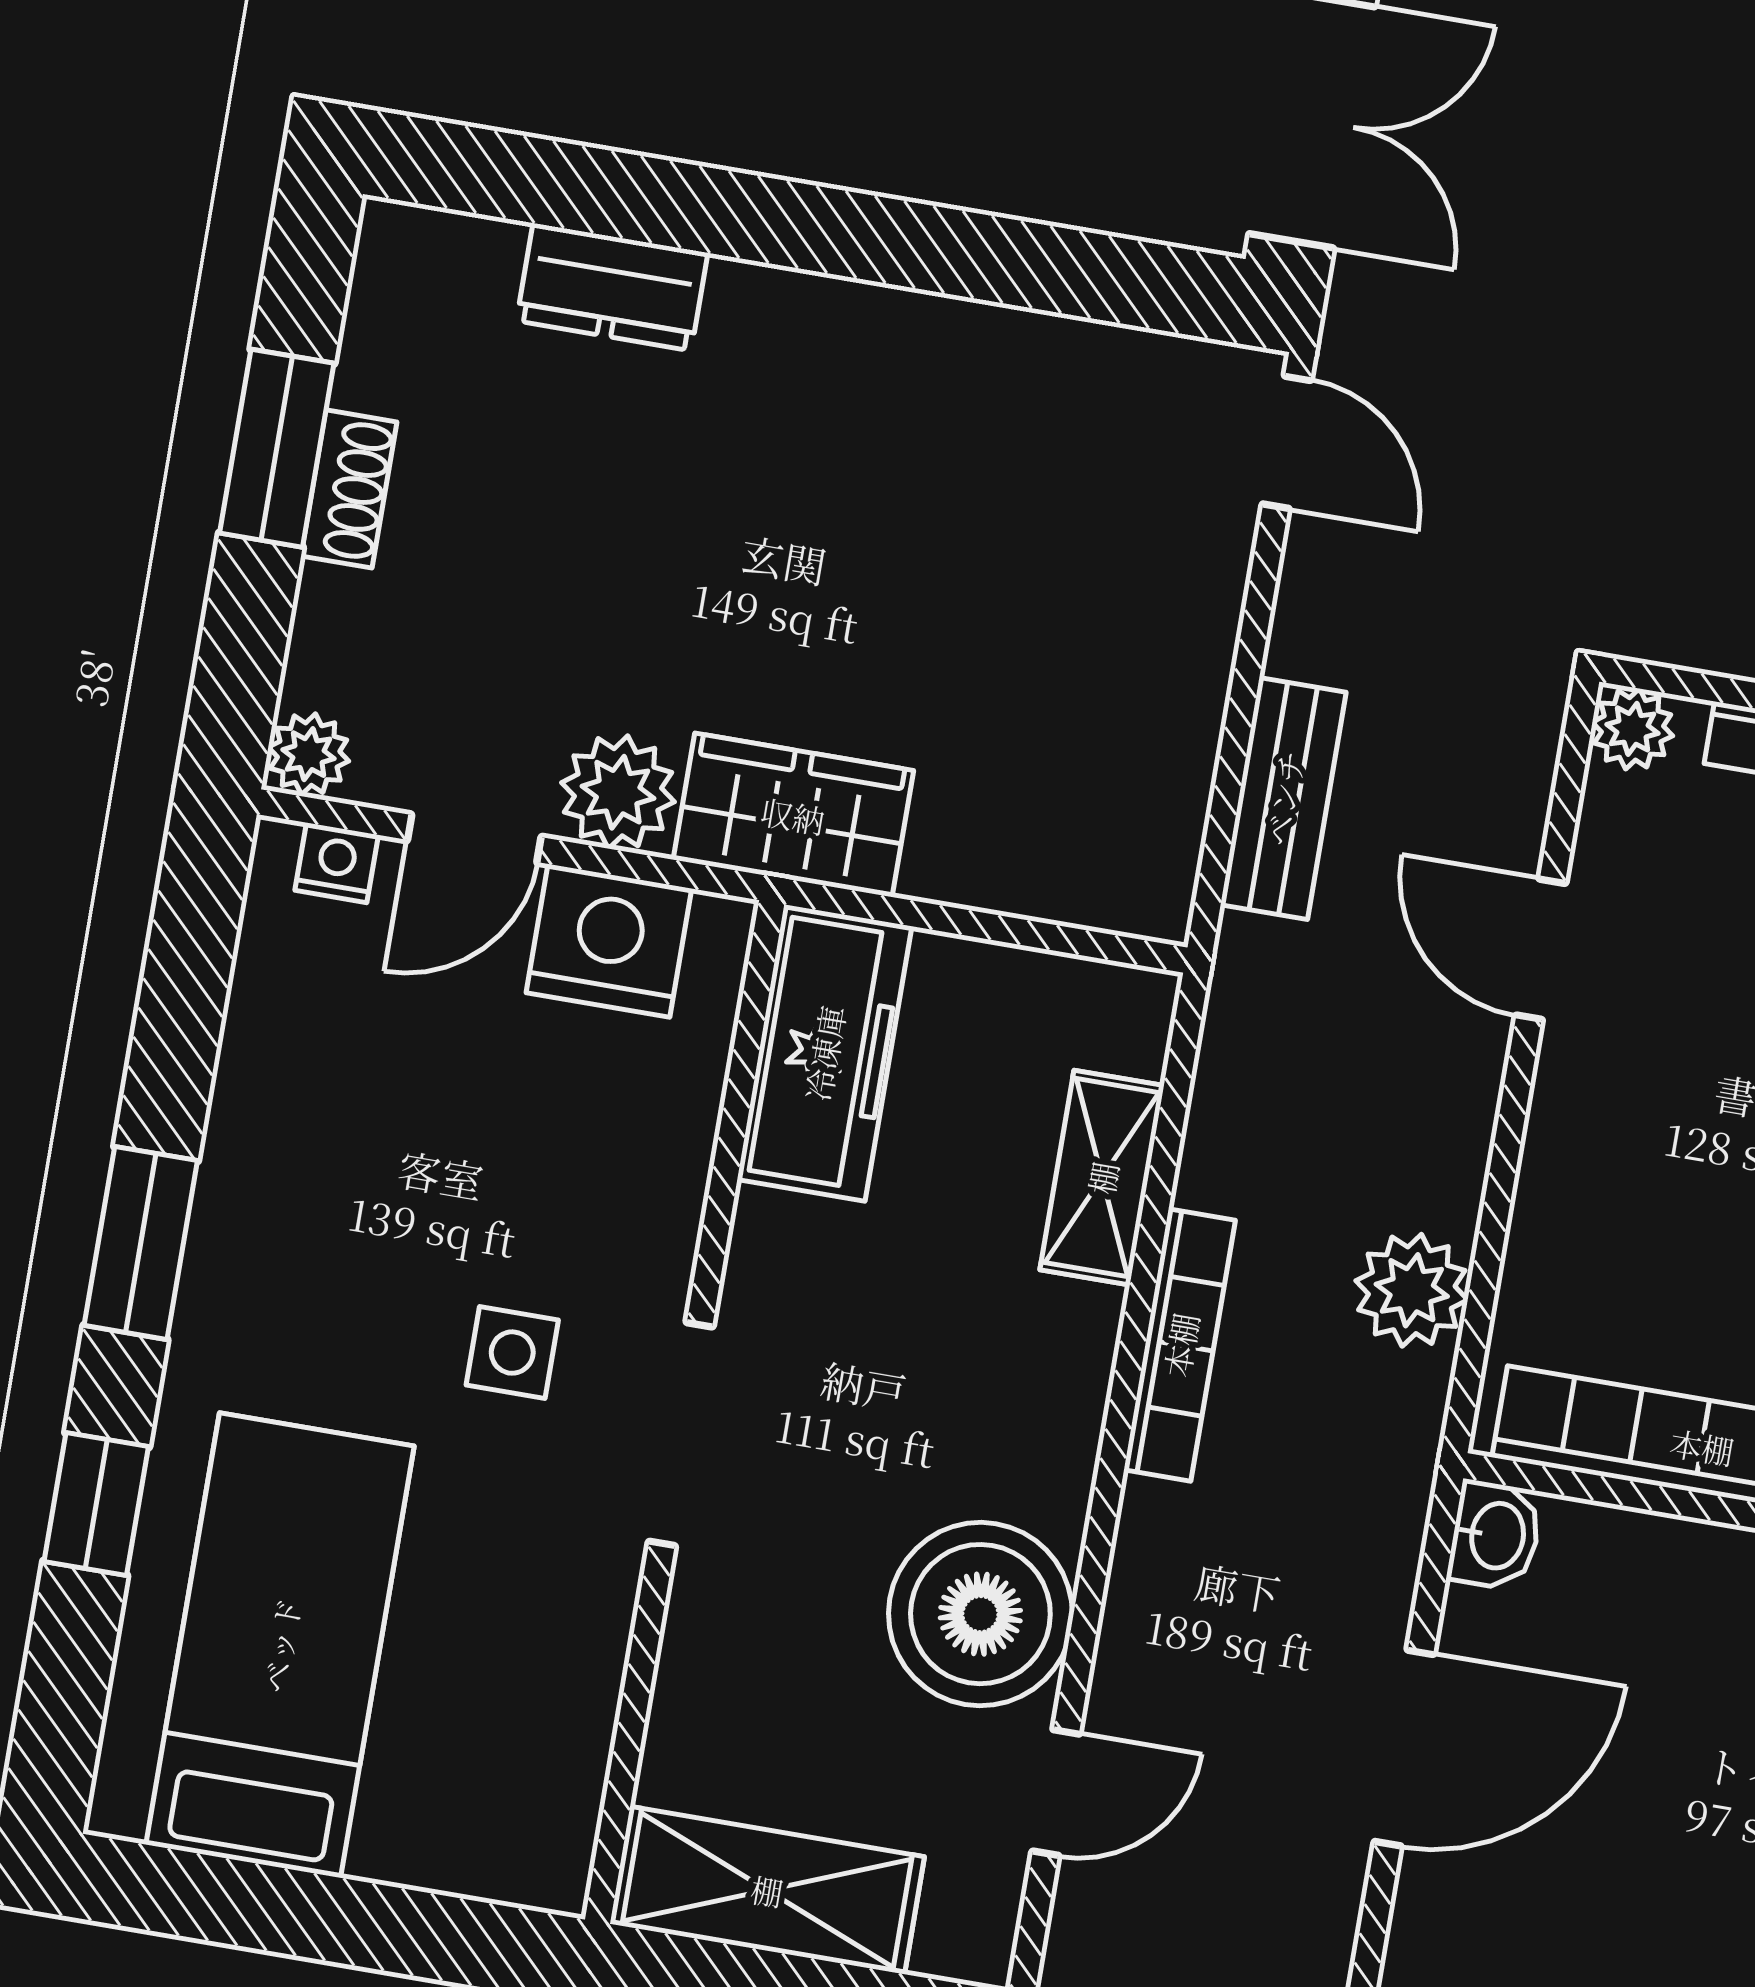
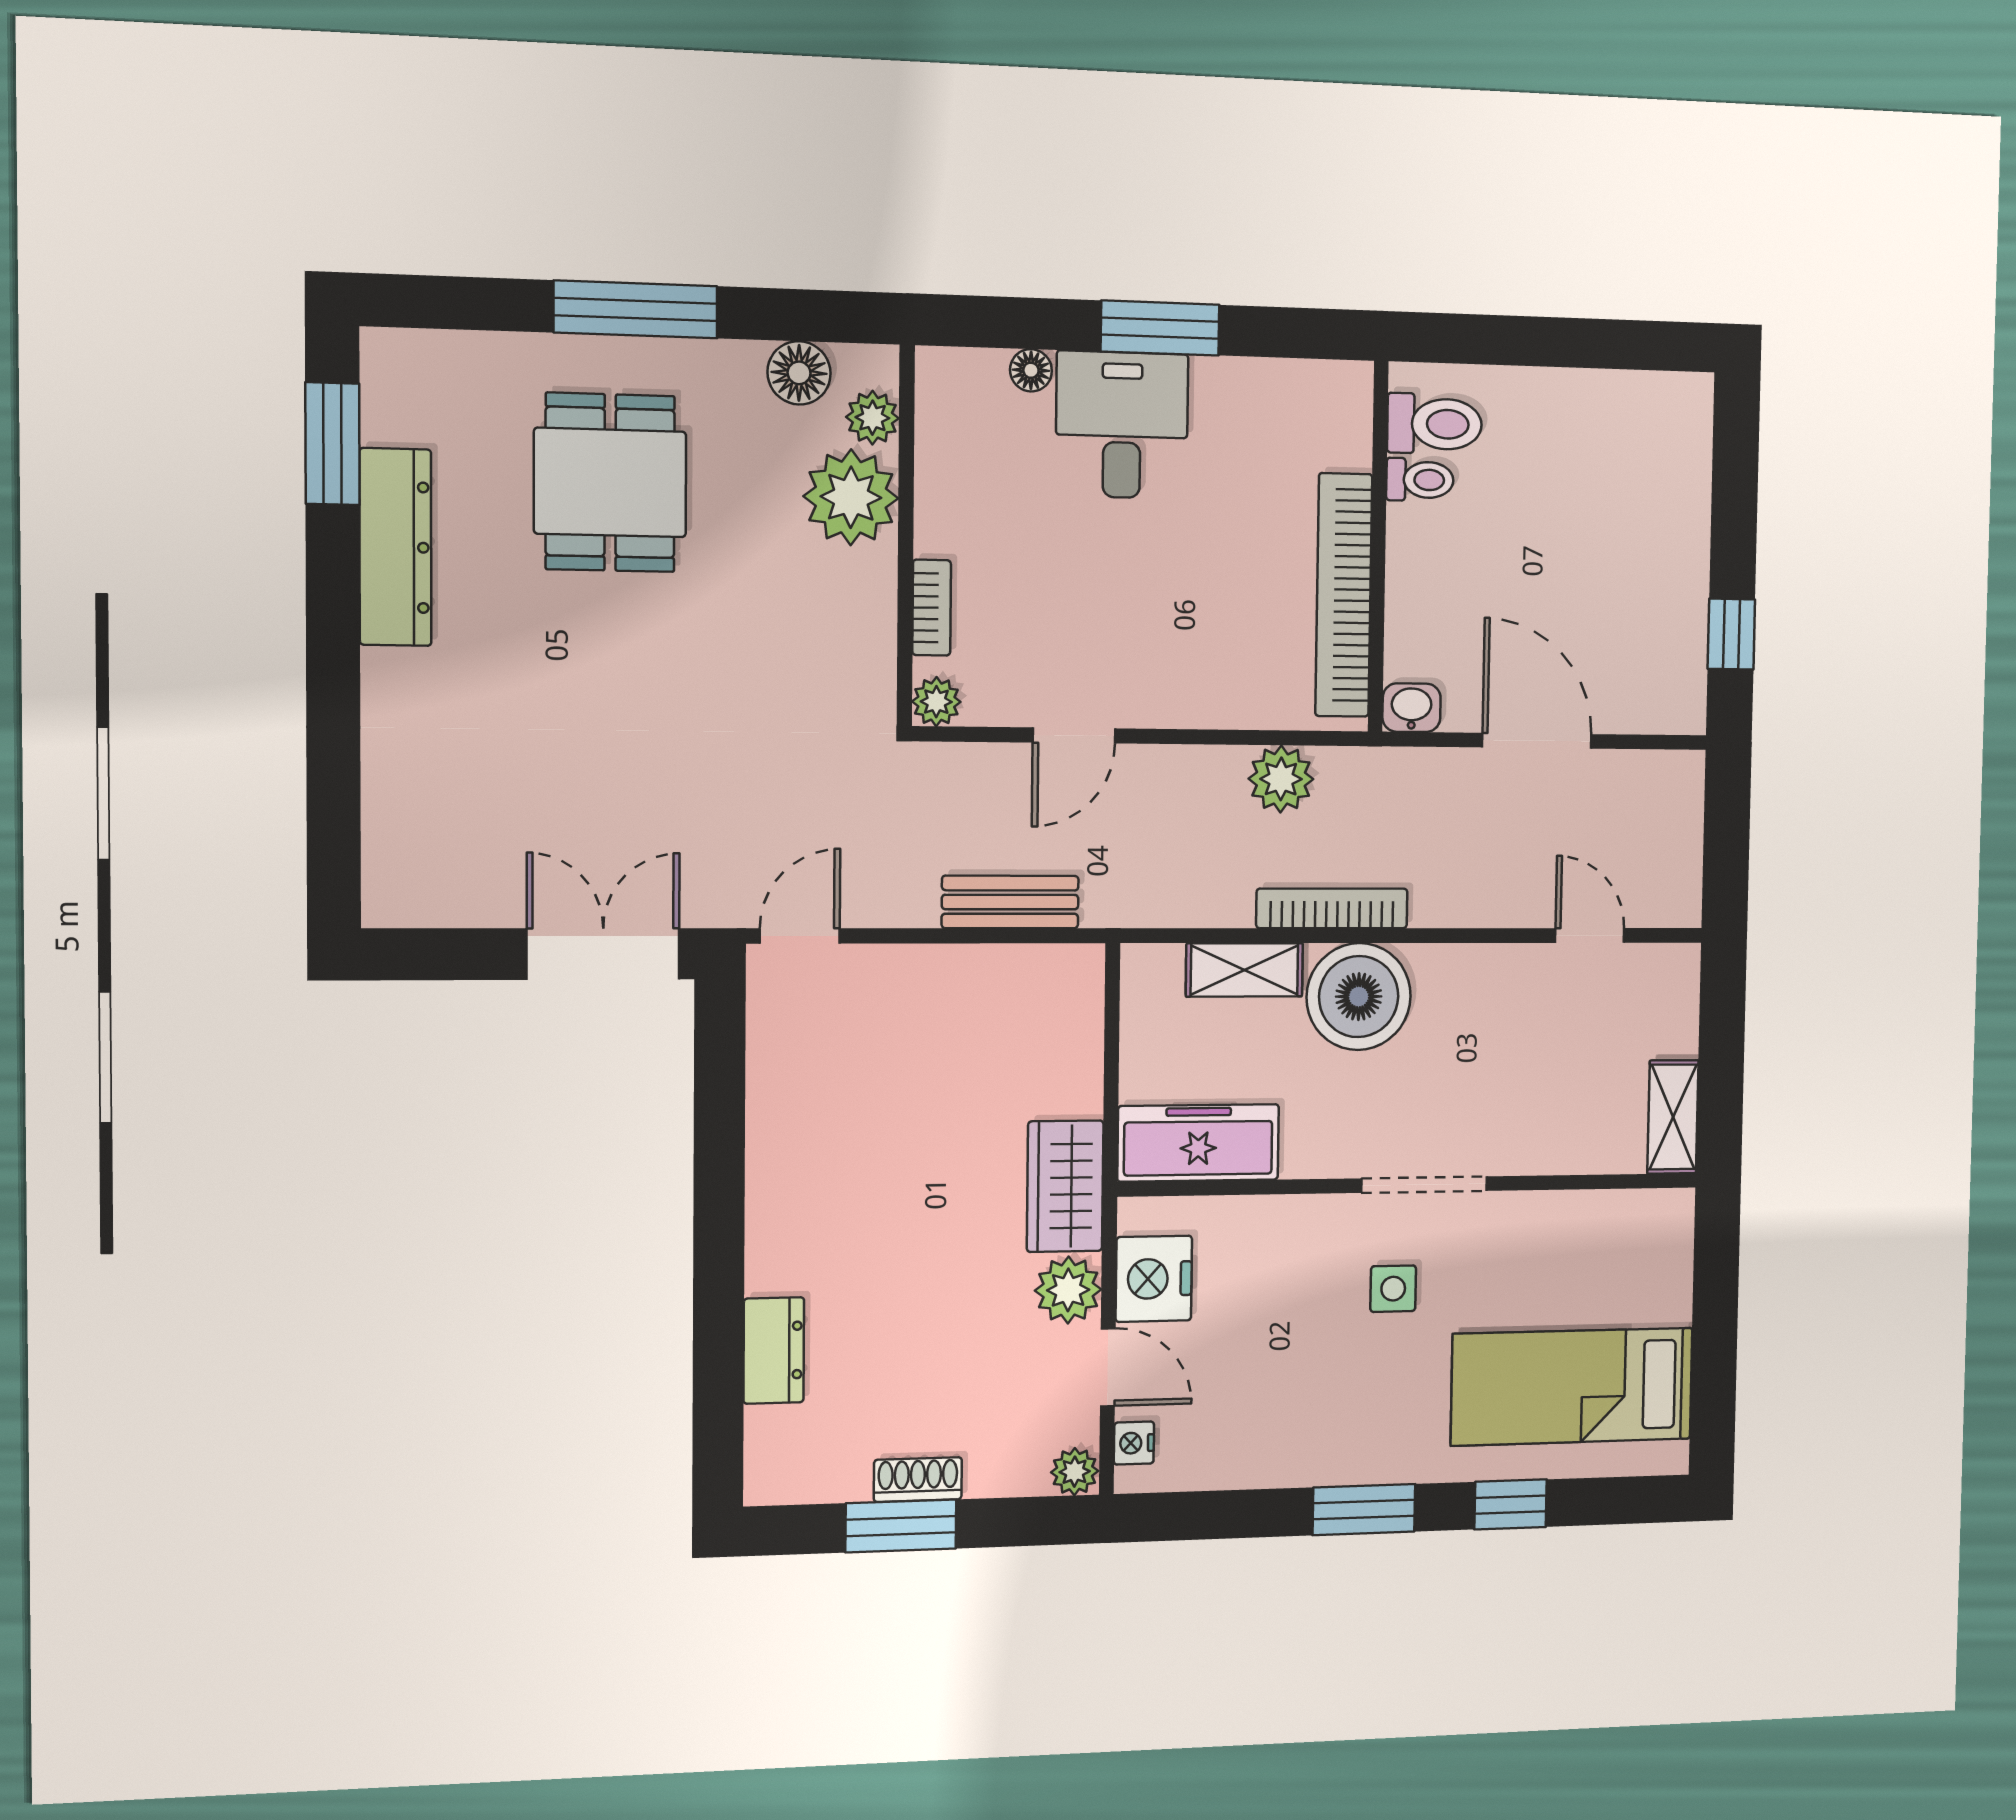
boiler: (980, 1614) -> (1359, 997), moved
shelving: (767, 1890) -> (1673, 1117), width x0.67, depth x0.75

